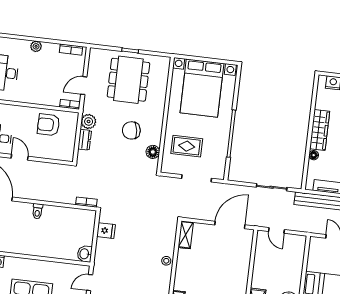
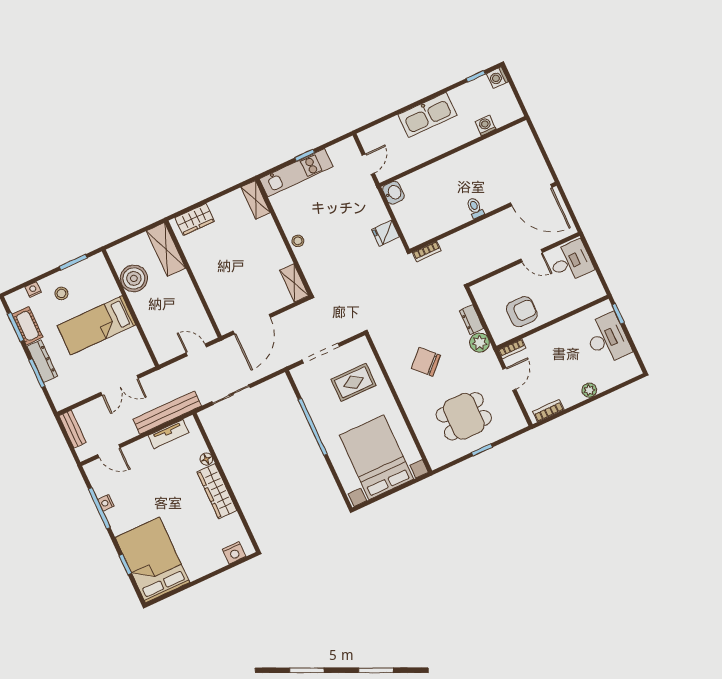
dining table: (128, 80) -> (464, 416), width x0.73
chair: (131, 130) -> (426, 362), turned -127
floor lamp: (153, 152) -> (387, 353), removed

